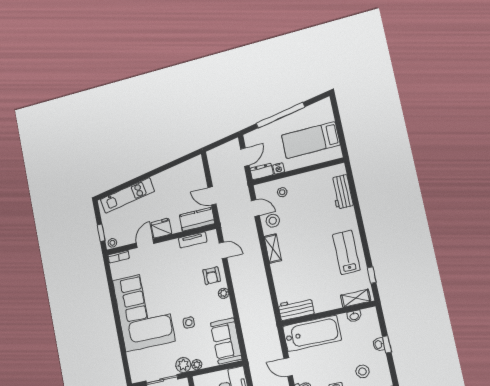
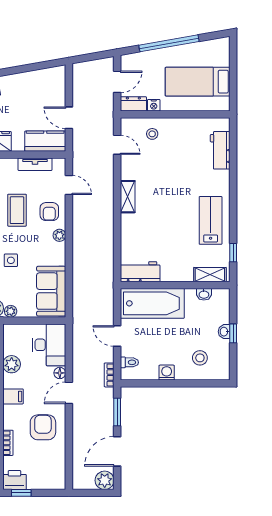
stool: (273, 221) -> (134, 164), removed
coffee table: (186, 280) -> (17, 210), added

